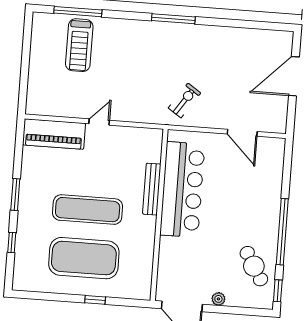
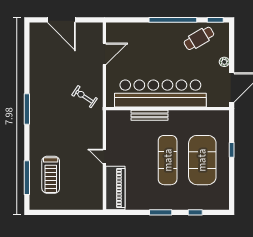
treadmill: (79, 45) -> (51, 175), turned 90
bar counter: (182, 190) -> (160, 94), width x1.36

